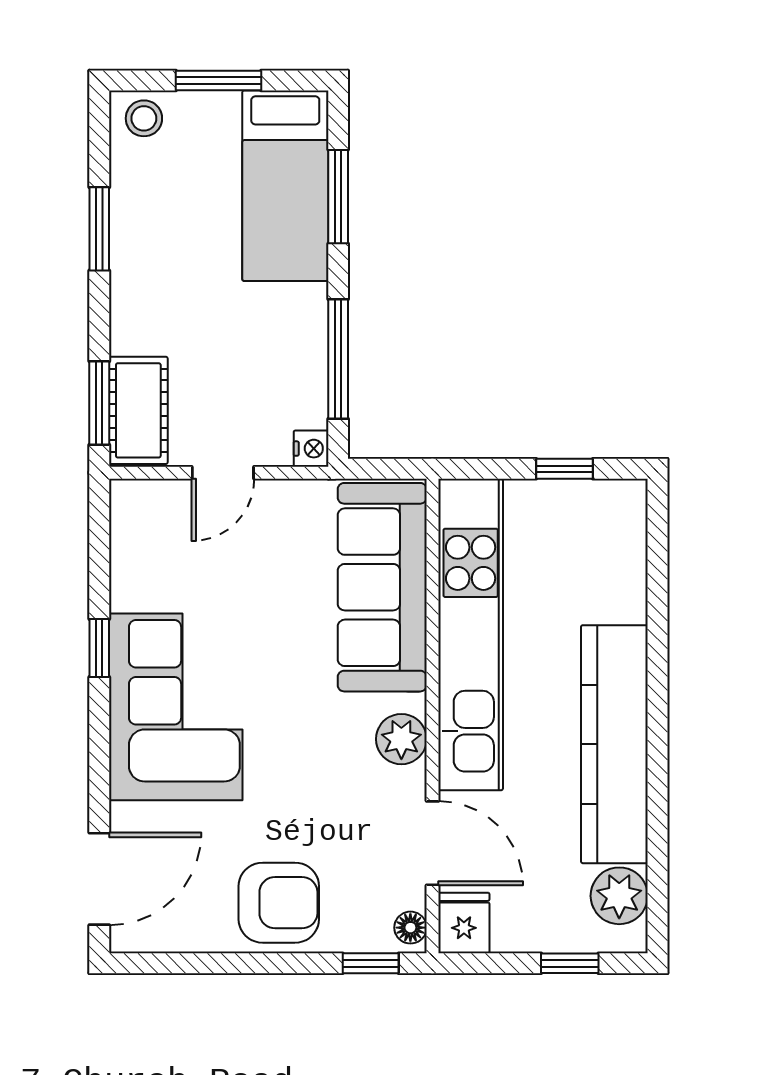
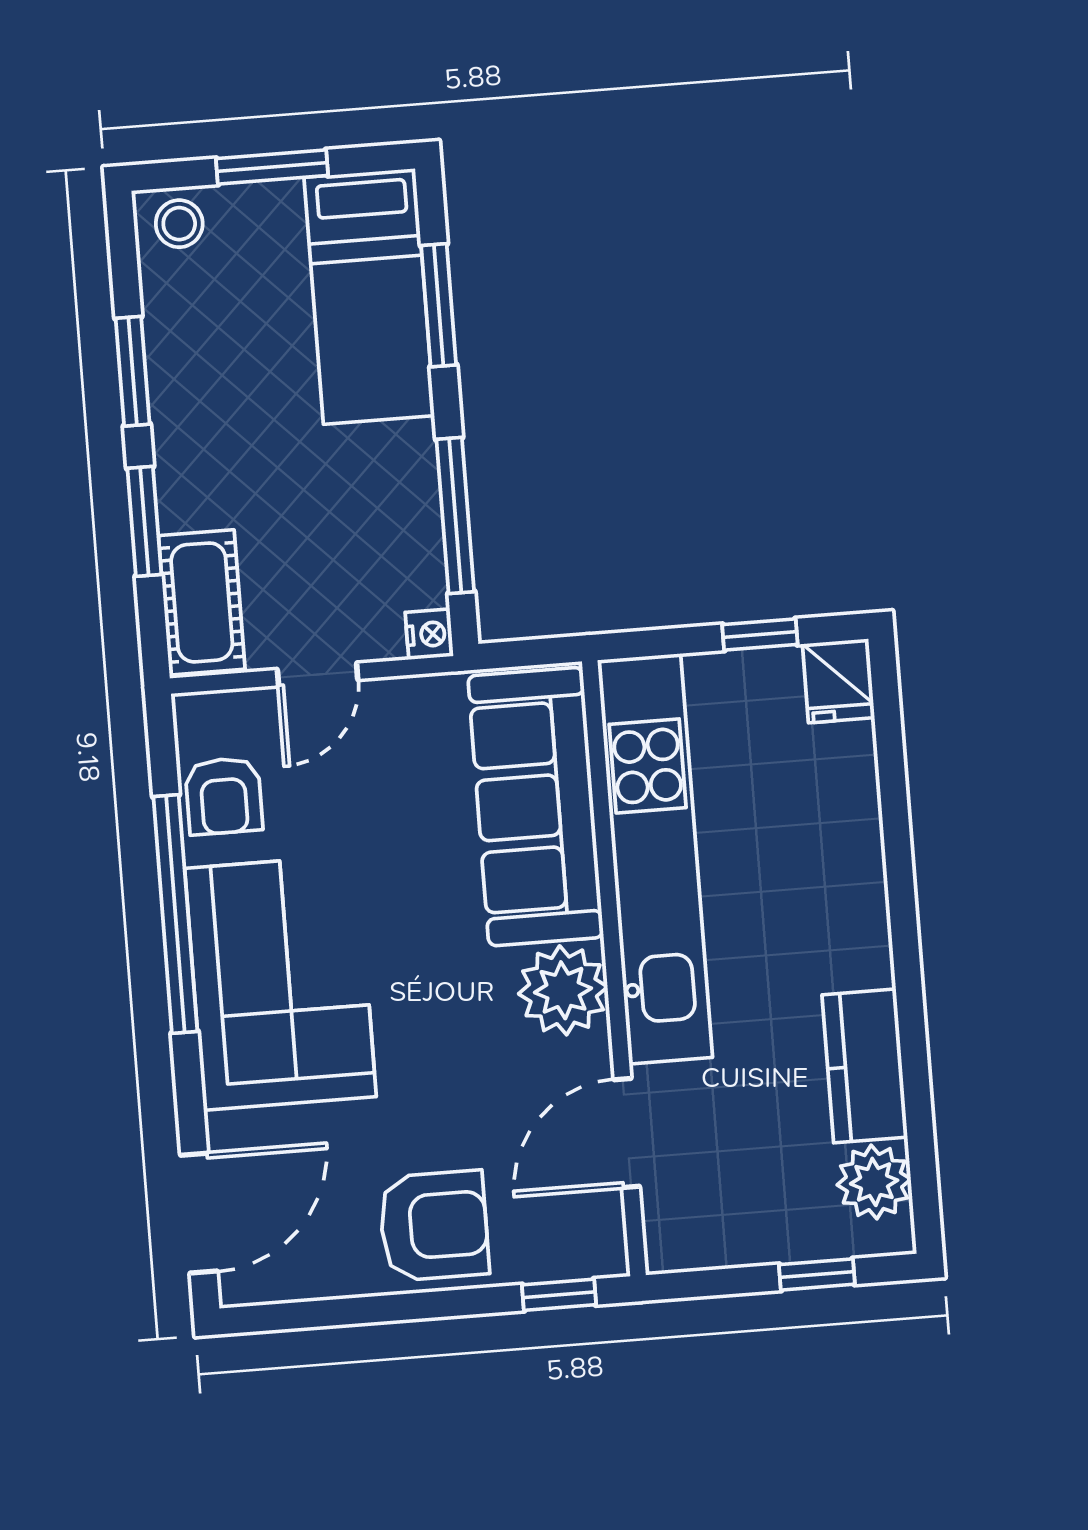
window: (99, 403) -> (144, 521), moved
armchair: (143, 560) -> (224, 796), added
window: (99, 648) -> (175, 914), width x3.17
plant: (401, 739) -> (563, 990), width x1.36, depth x1.36
kitchen counter: (614, 744) -> (865, 1066), width x0.48, depth x0.86
door: (432, 843) -> (627, 1133), swing flipped
fridge: (464, 923) -> (838, 681), moved, turned 180
floor lamp: (410, 928) -> (607, 1244), removed

